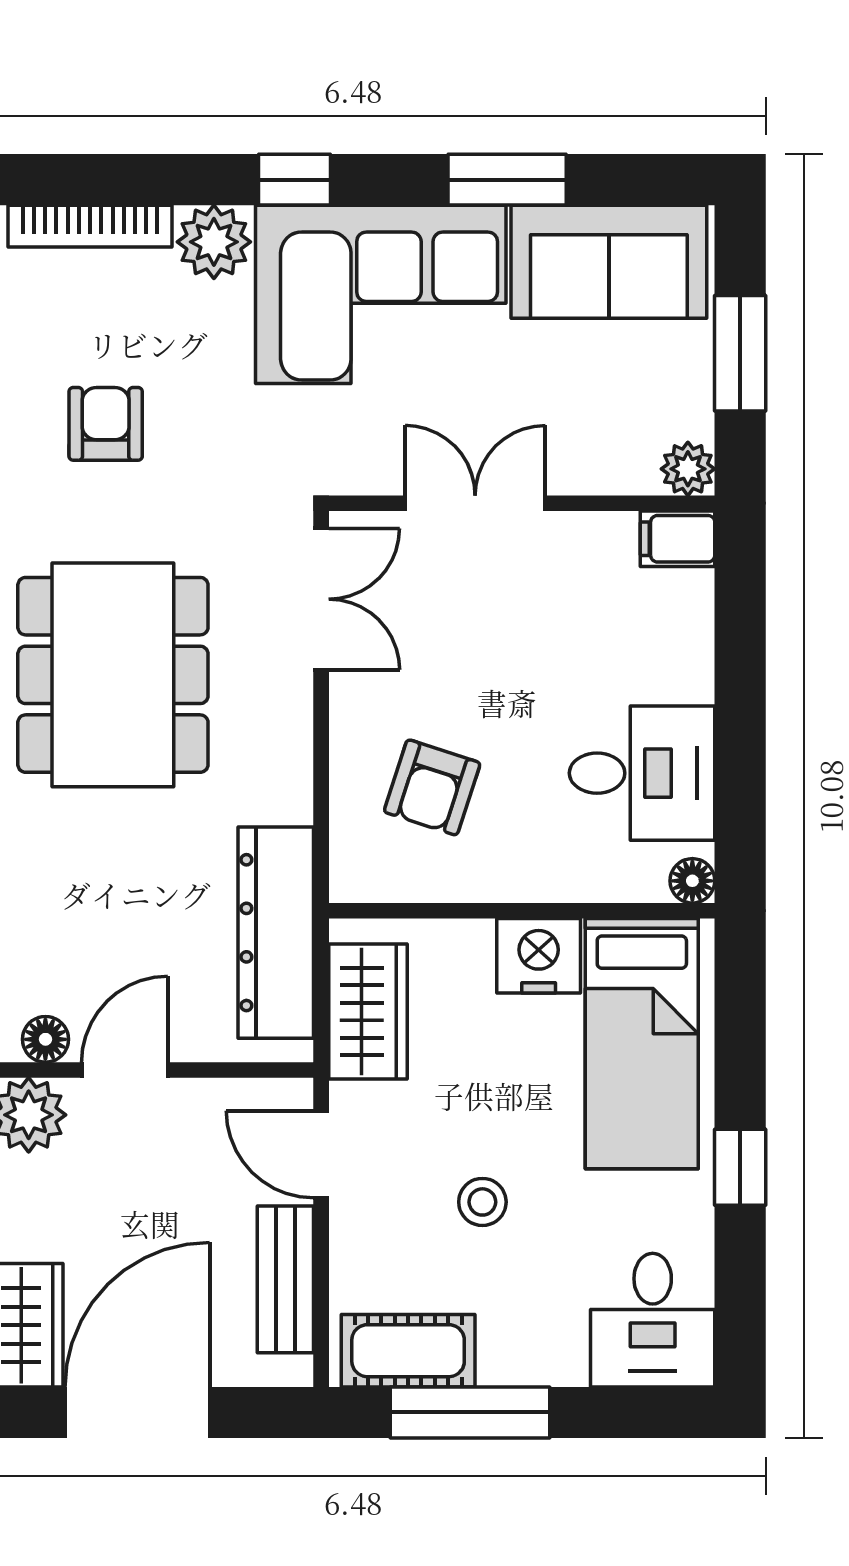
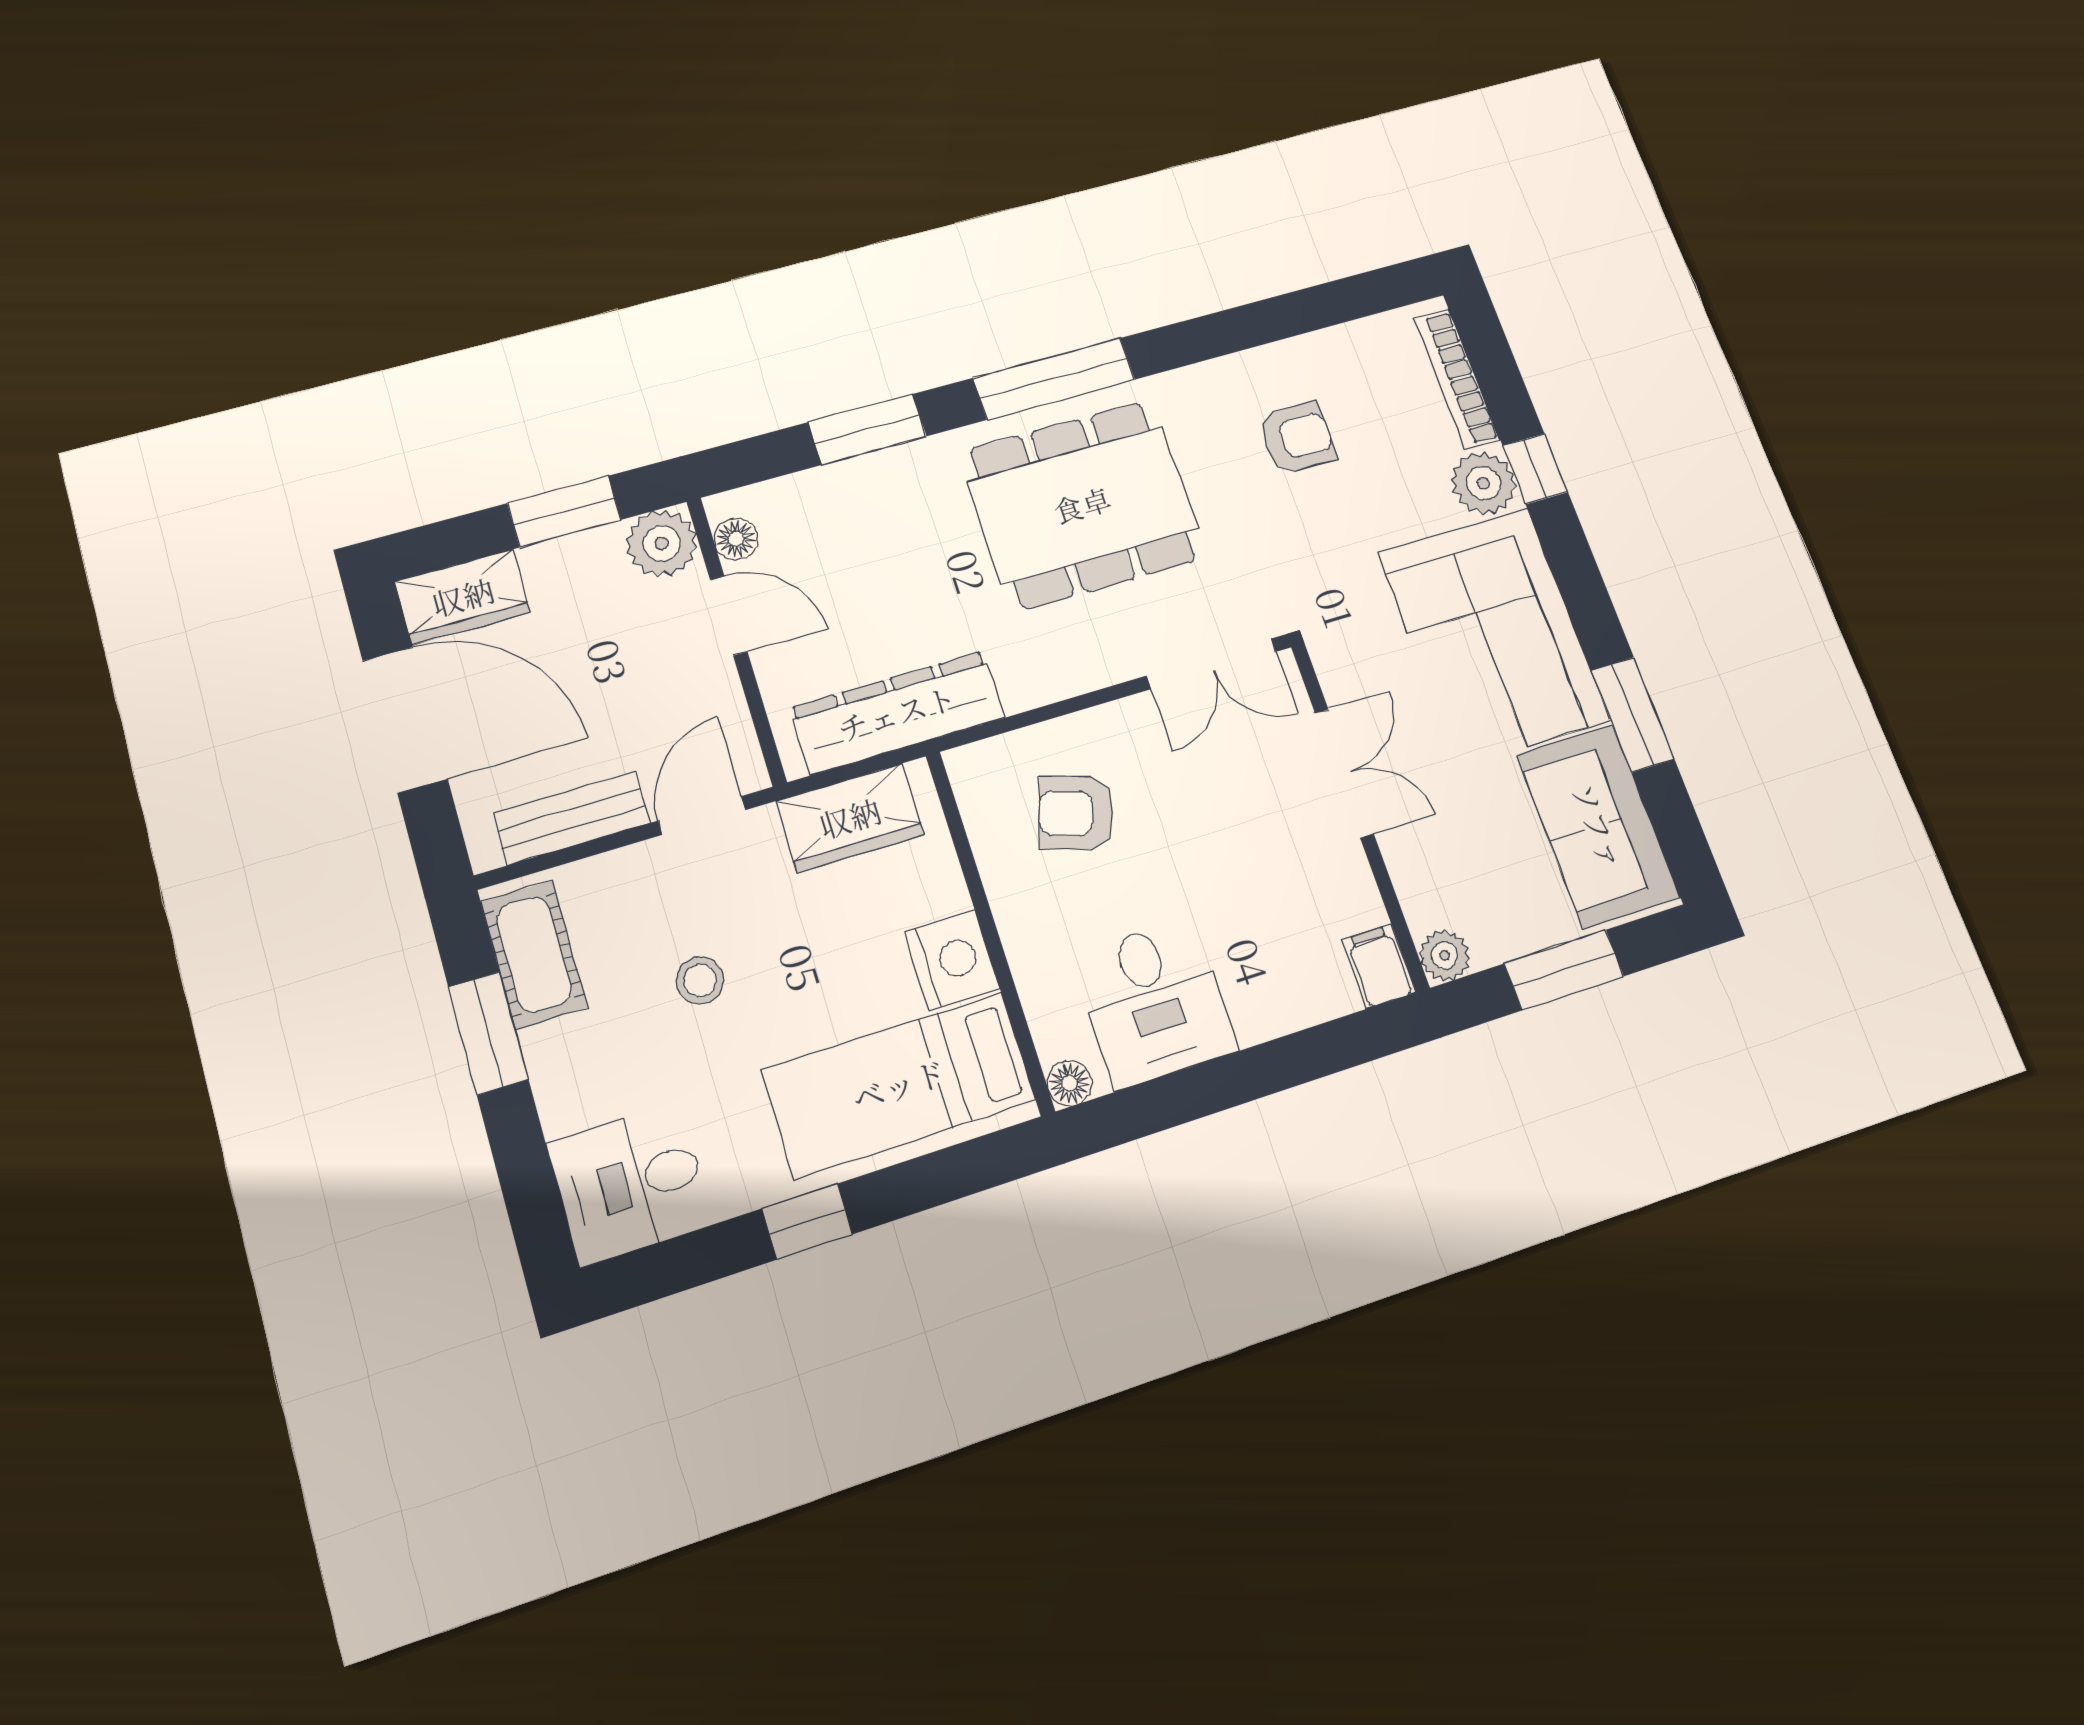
window: (294, 180) -> (1535, 469), moved
window: (470, 1412) -> (488, 1033), width x0.69

